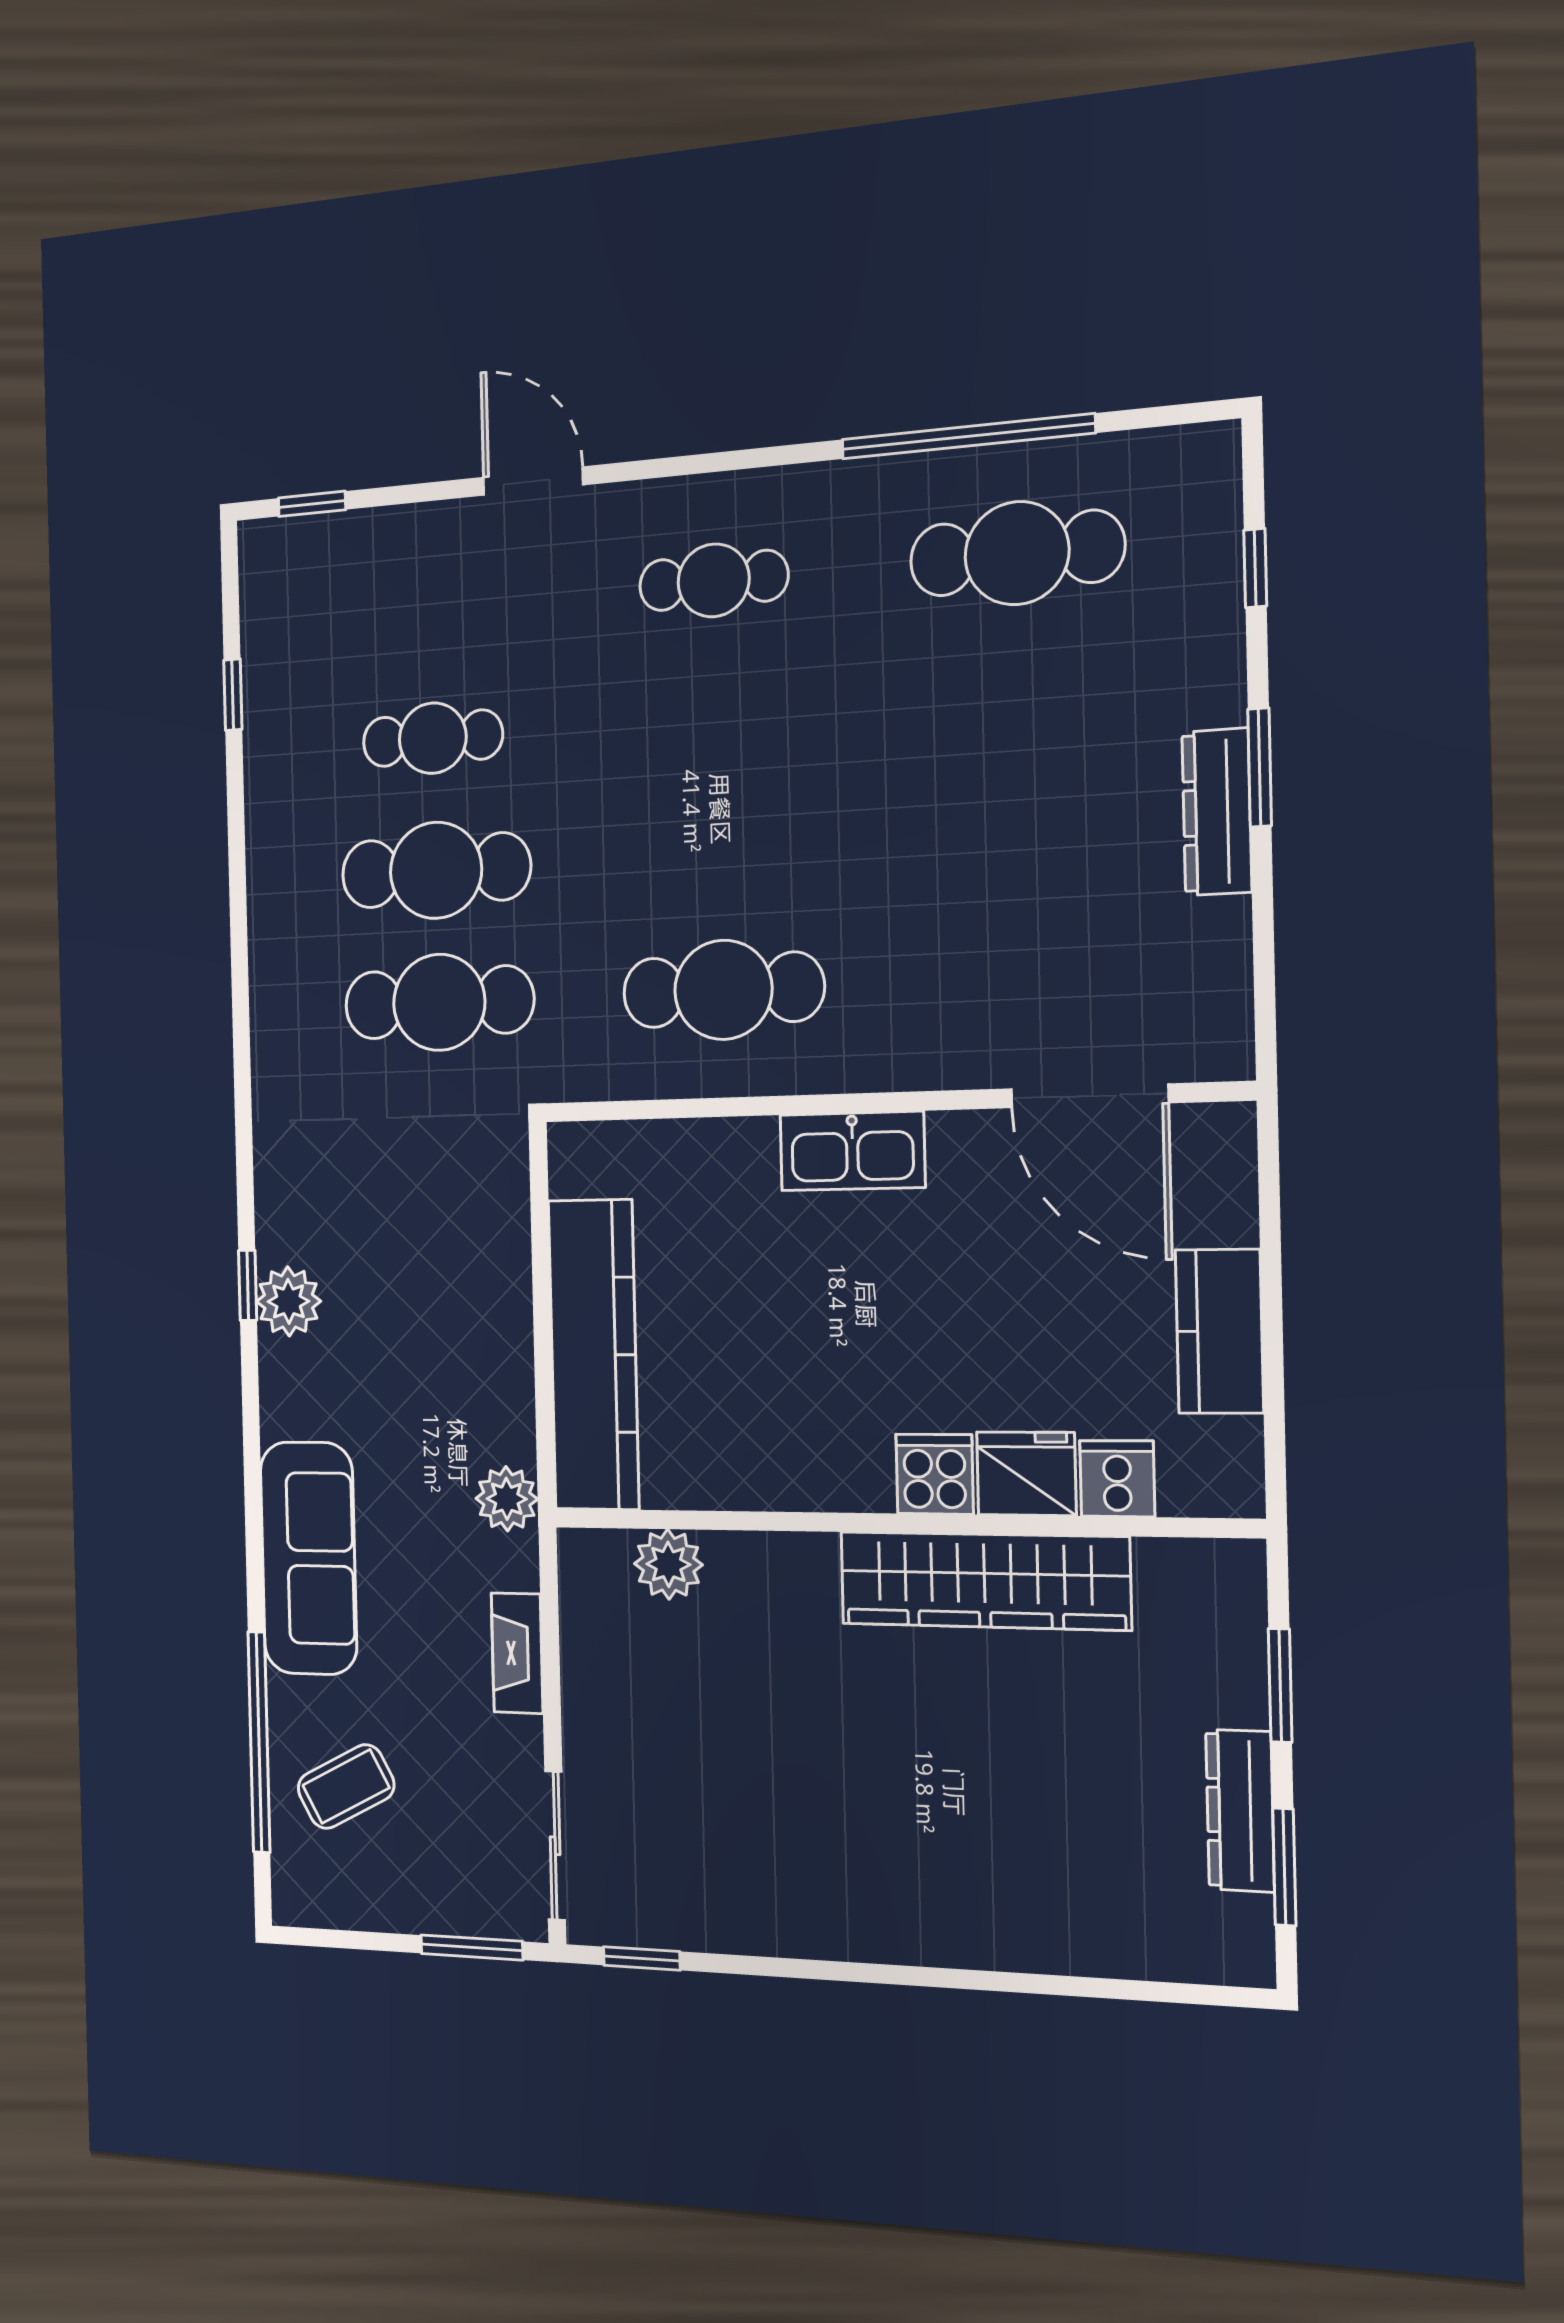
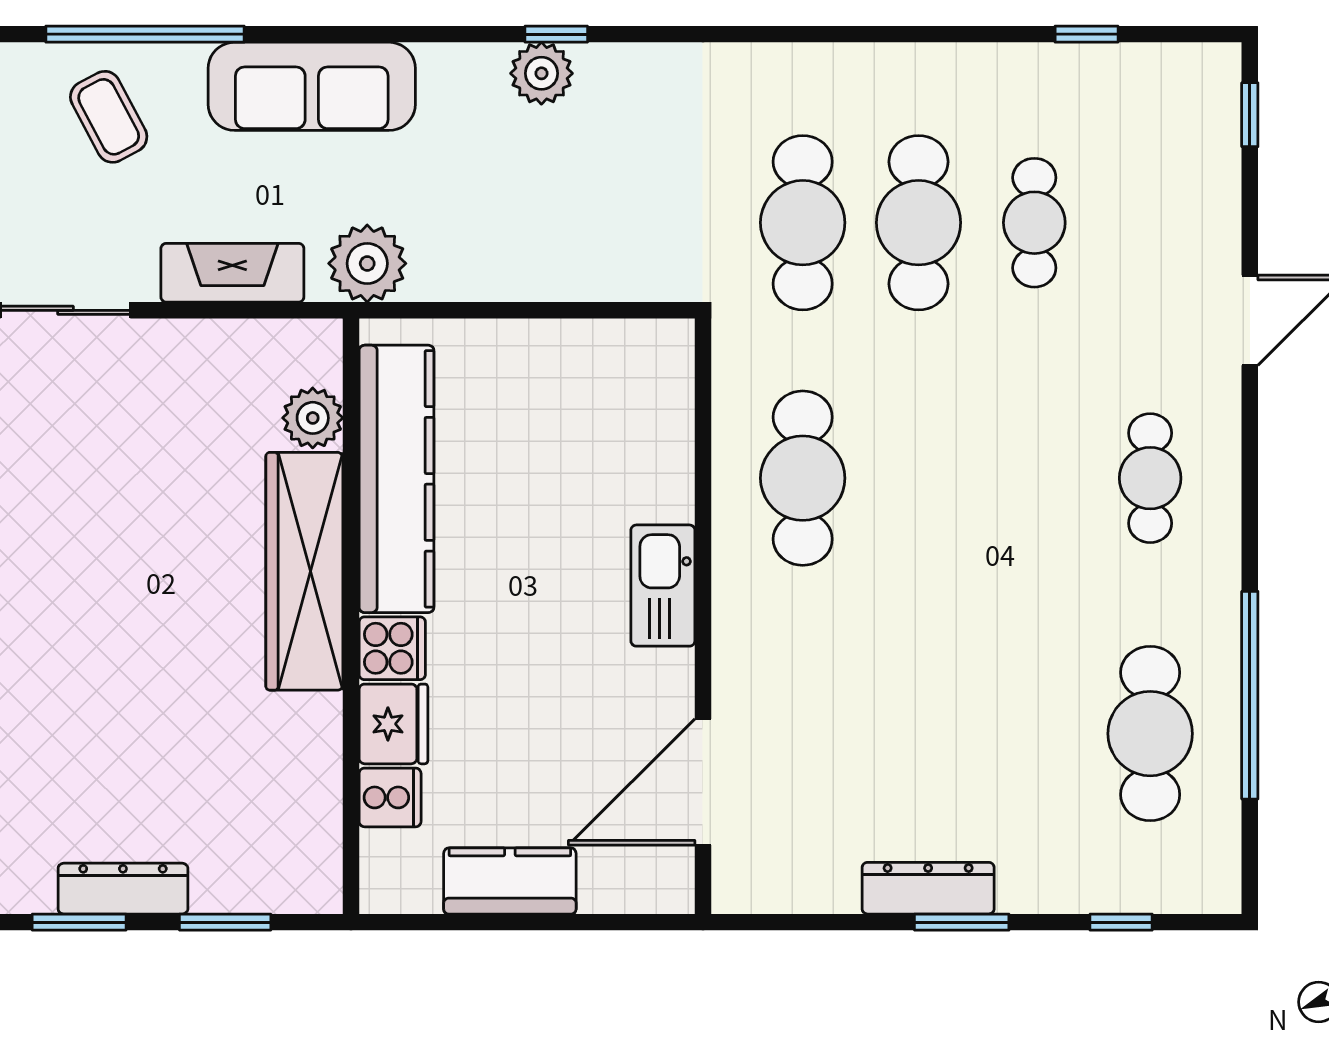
kitchen counter: (594, 1355) -> (397, 479), moved, turned -90
plant: (507, 1499) -> (367, 263), width x1.36, depth x1.36
wardrobe: (984, 1581) -> (304, 571), moved
fireplace: (517, 1653) -> (232, 273), width x1.37, depth x1.32

